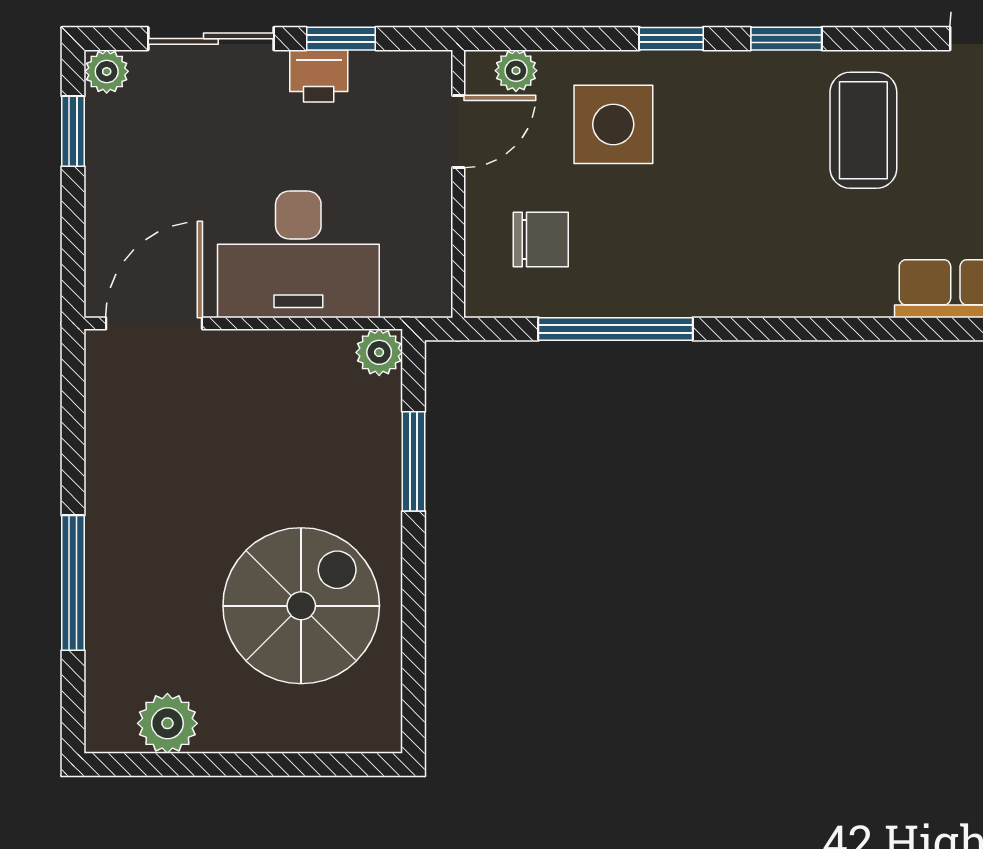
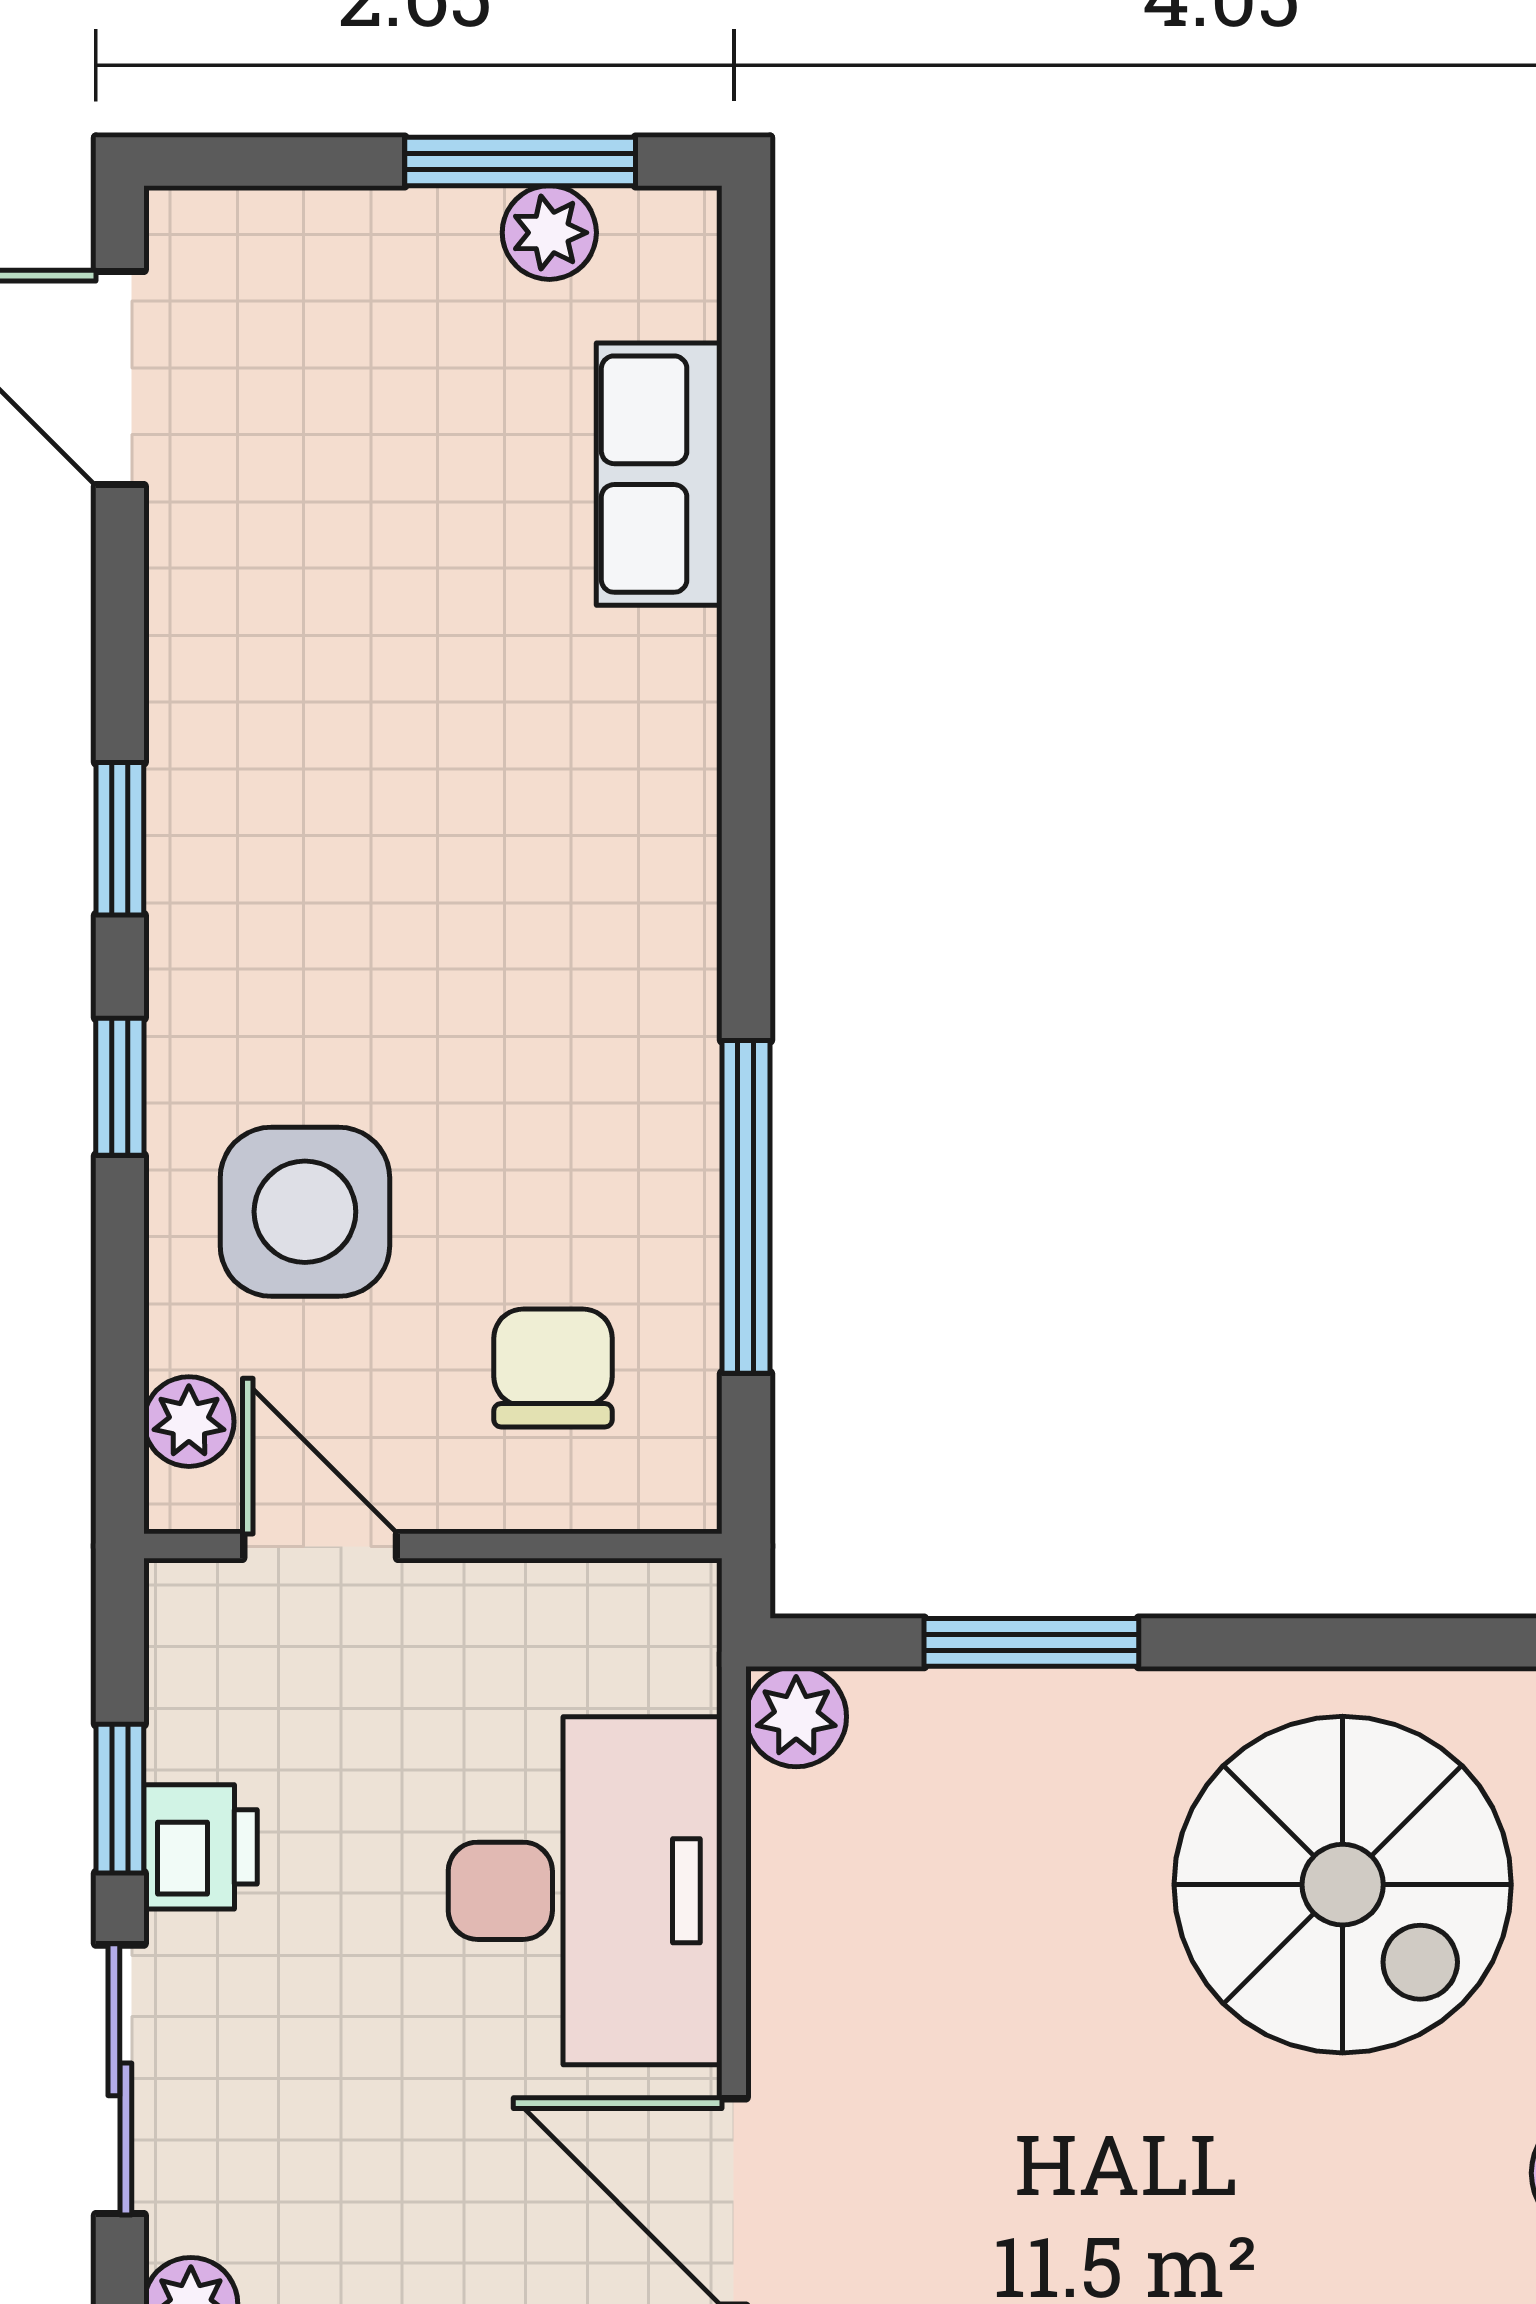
coffee table: (863, 130) -> (317, 672), removed
spiral stairs: (301, 606) -> (1343, 1885), turned 180

